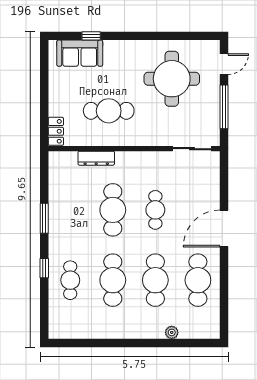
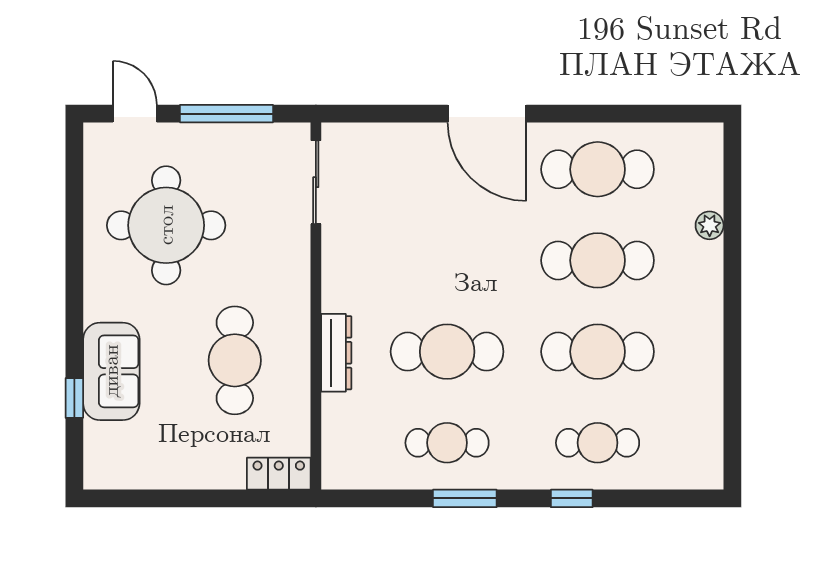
sofa: (80, 53) -> (111, 371), moved
dresser: (96, 158) -> (336, 353), moved
cafe table: (155, 210) -> (447, 443), moved

